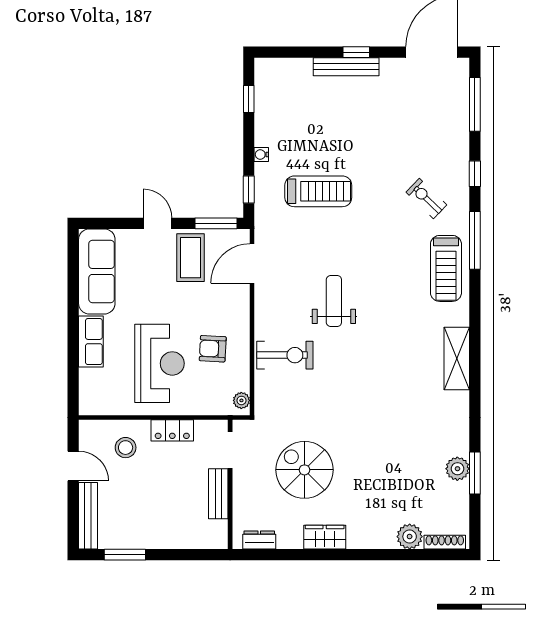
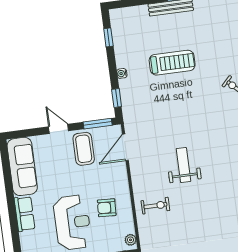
treadmill: (318, 191) -> (172, 63), moved
exercise bike: (285, 355) -> (155, 206), width x0.73, depth x0.72

